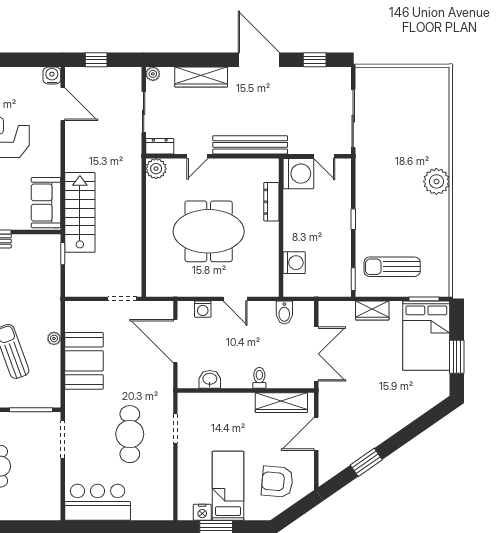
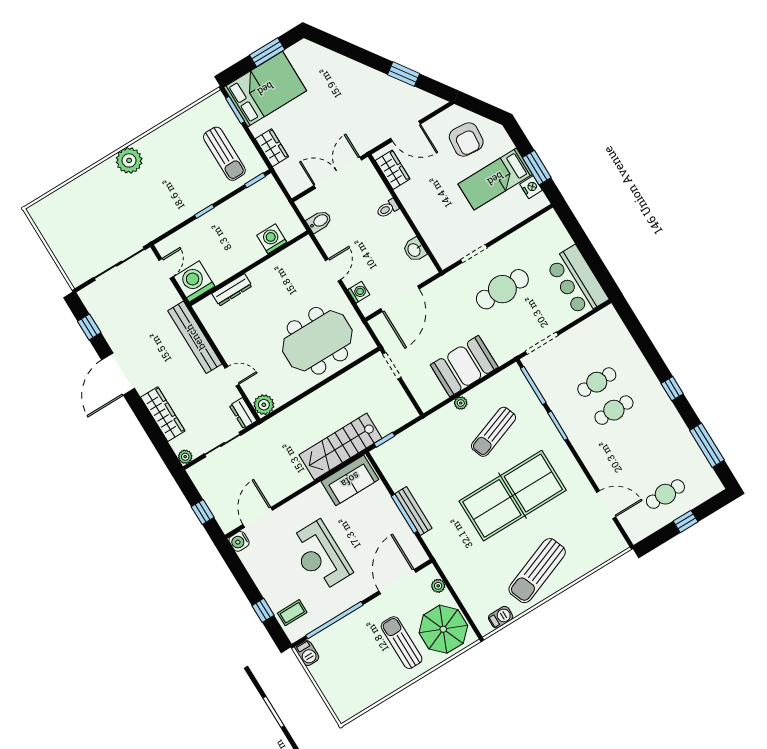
meeting table: (209, 231) -> (317, 341), moved, turned 90
wardrobe: (281, 403) -> (393, 170), width x0.67

